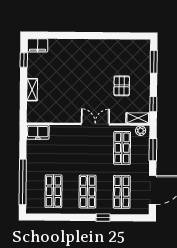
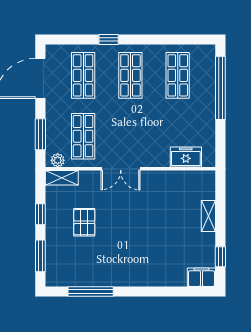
window: (118, 36) -> (91, 291), added
window: (153, 104) -> (40, 214), moved
freezer: (38, 132) -> (186, 157), moved

